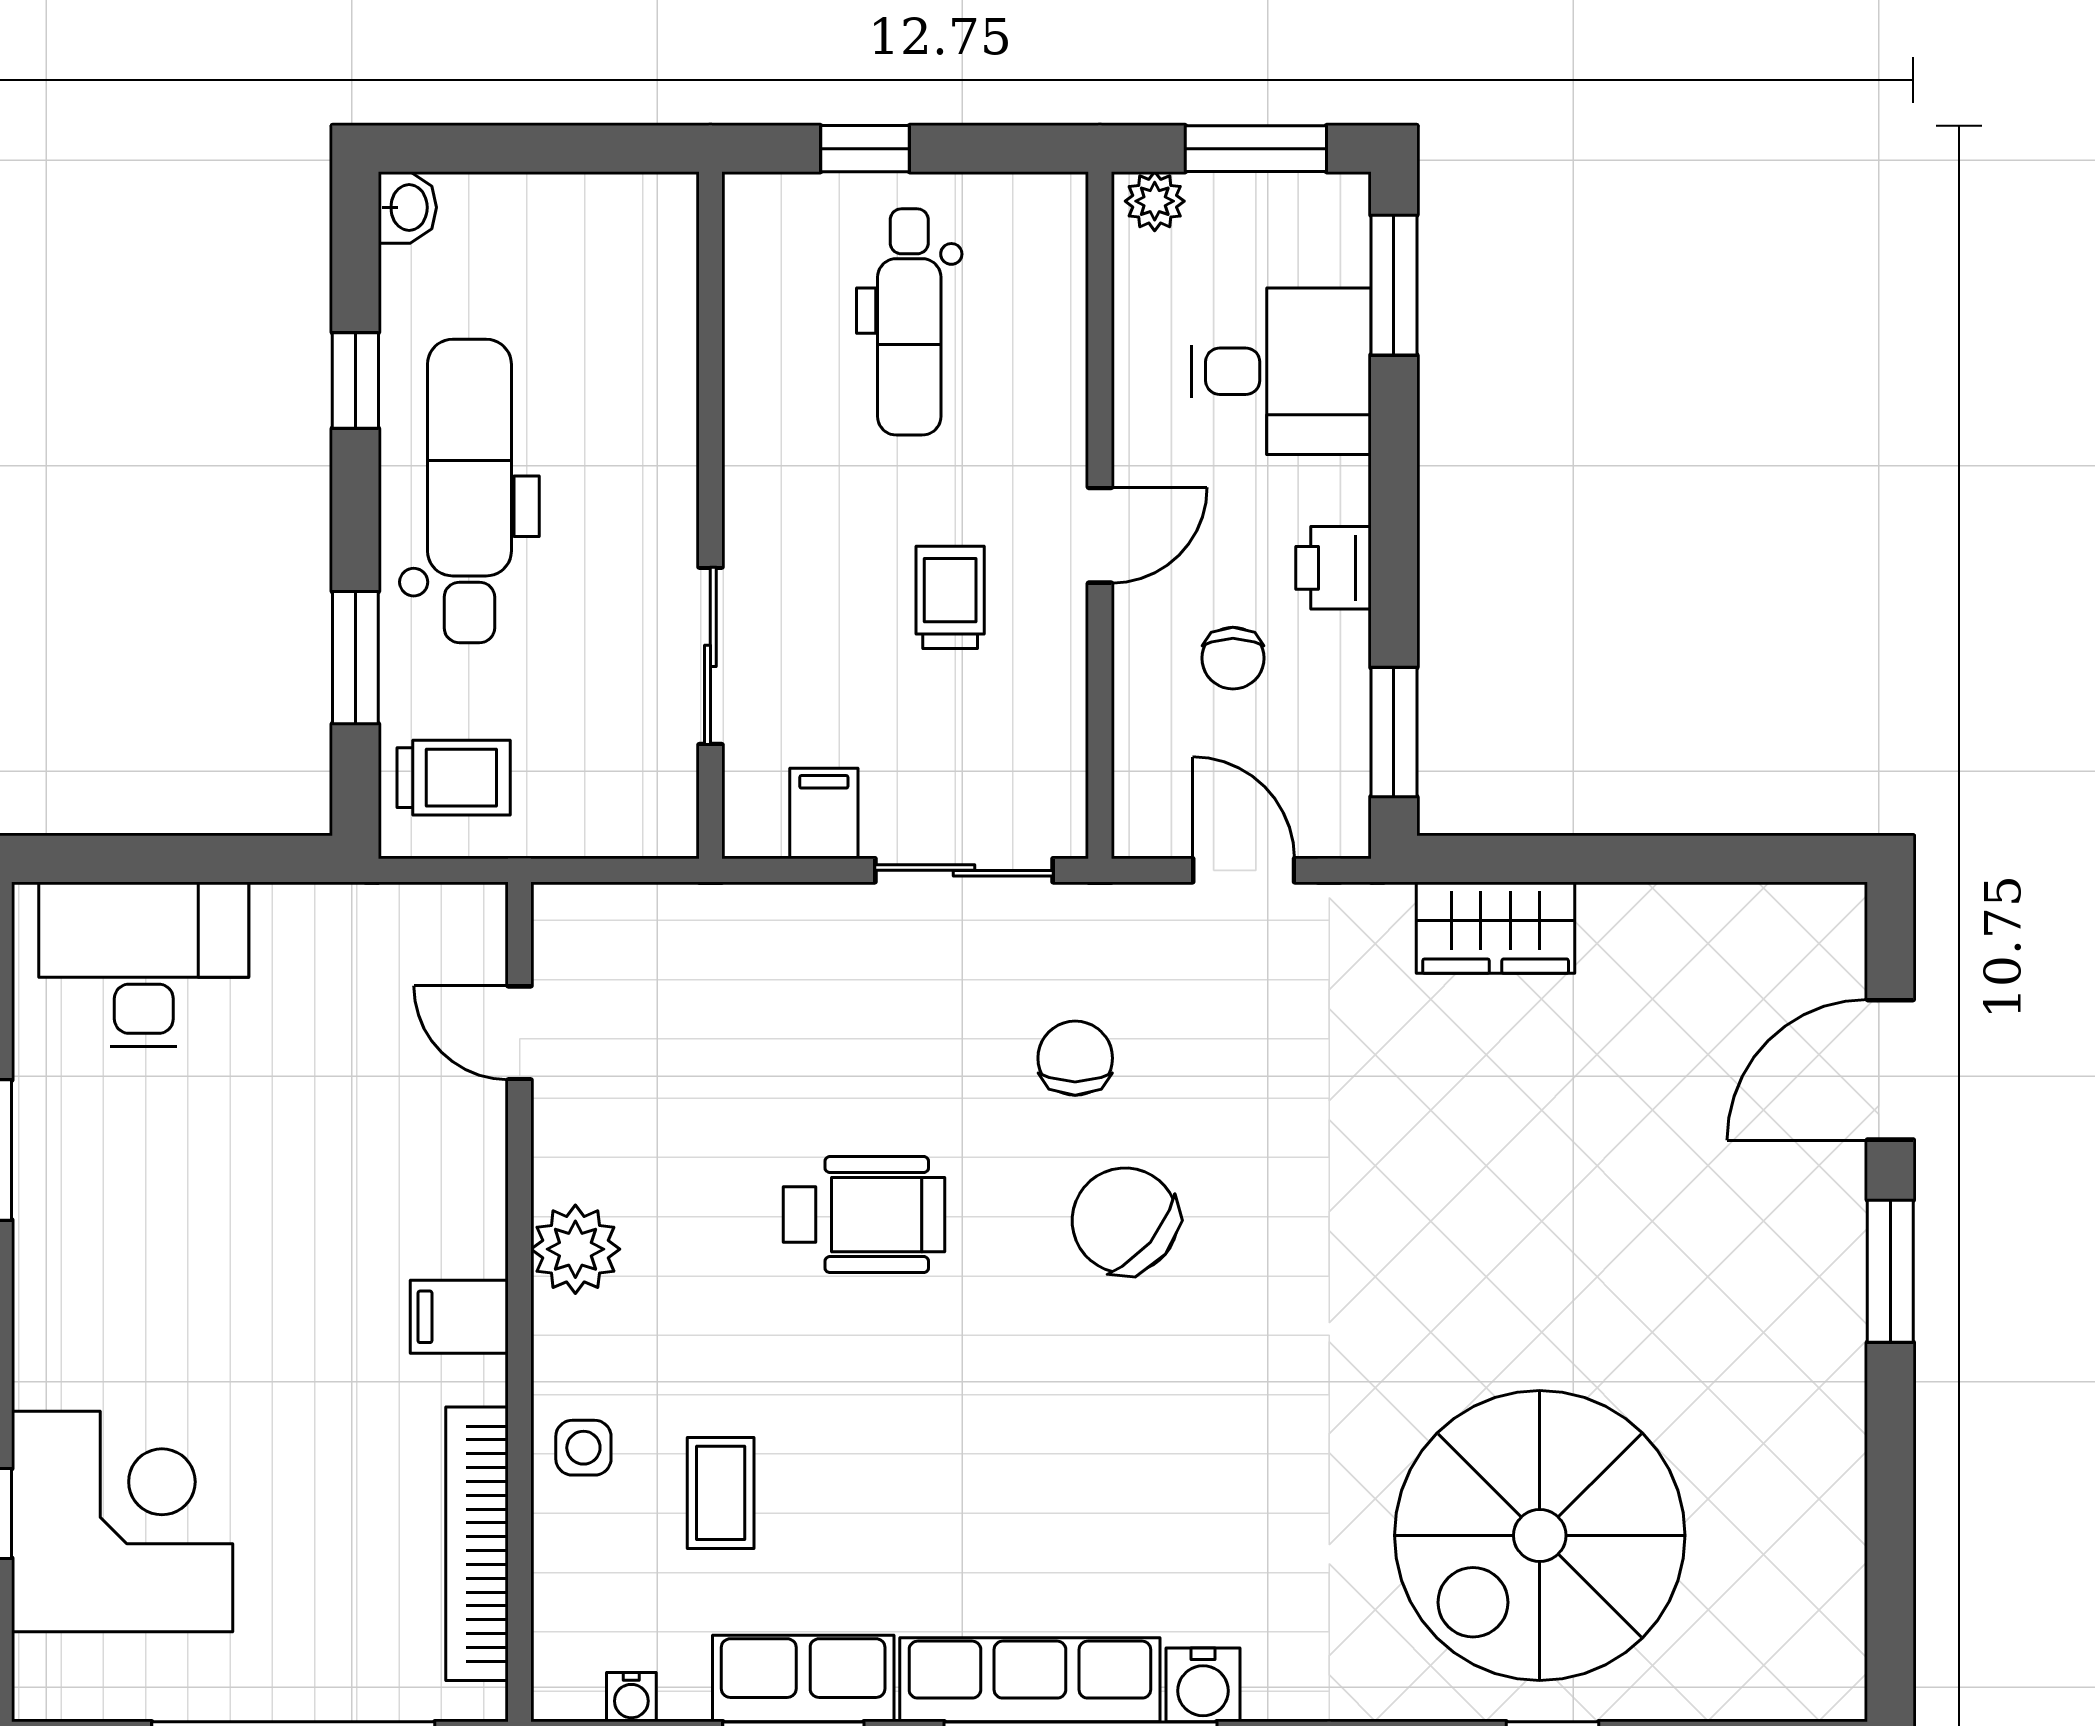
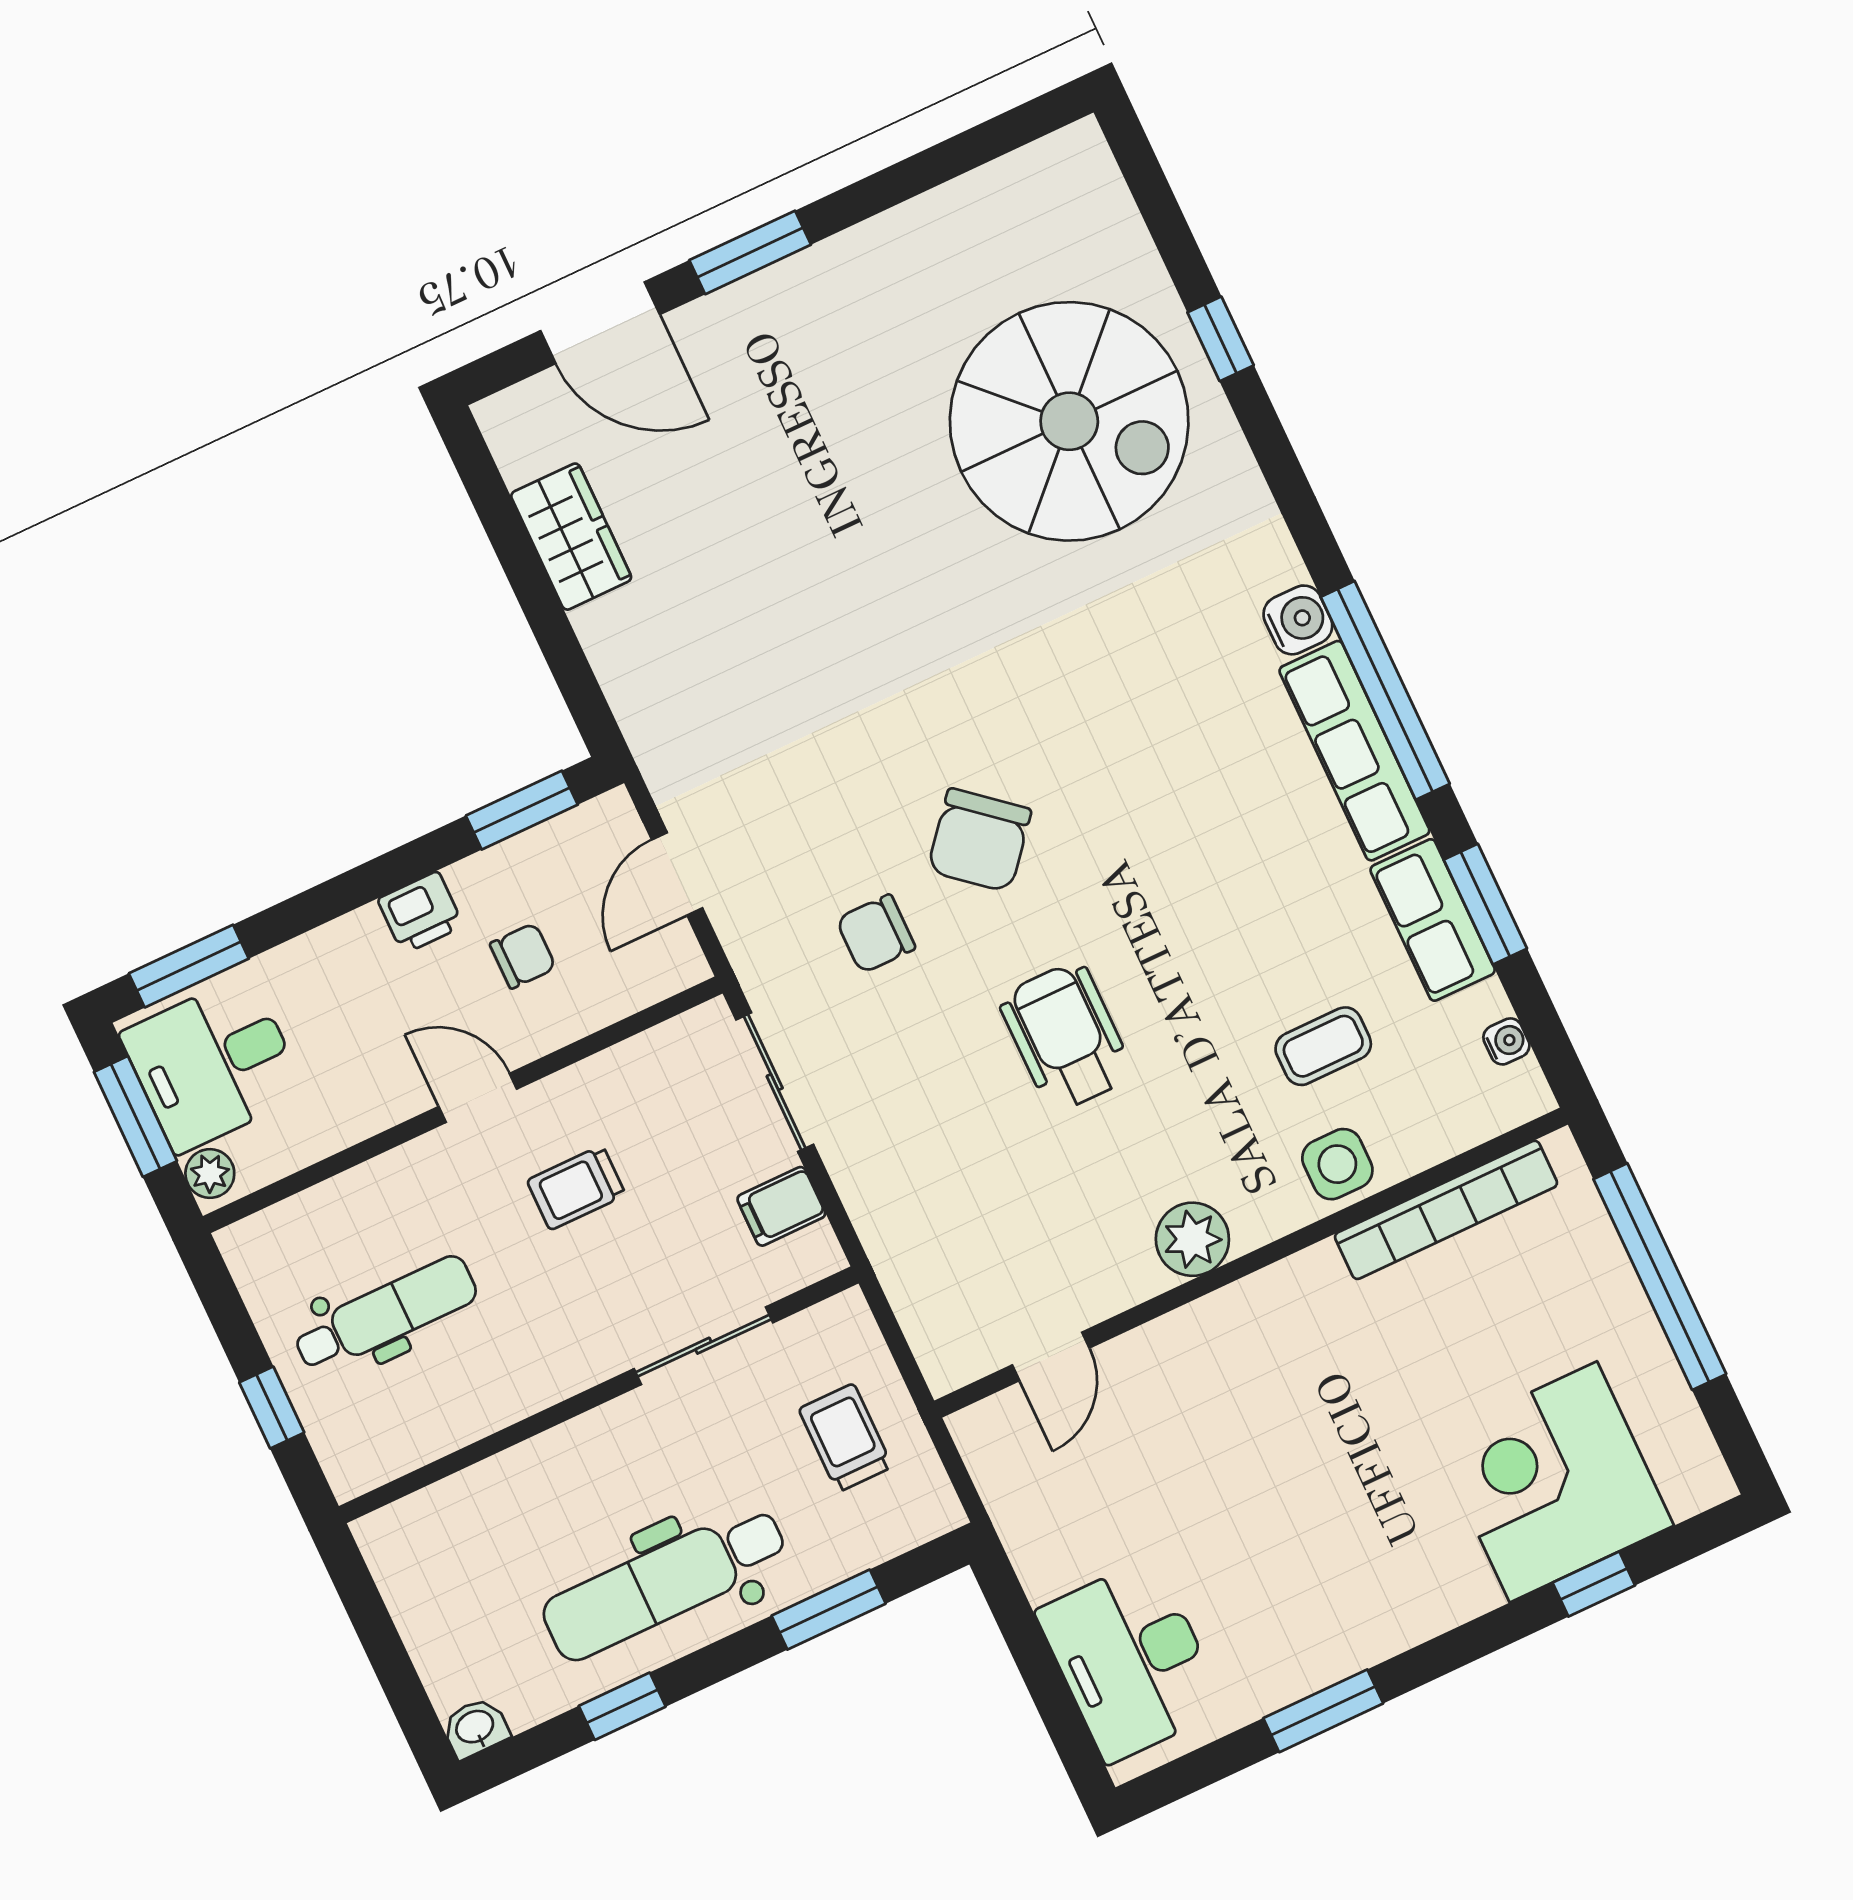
desk: (1281, 371) -> (213, 1064), moved, turned -90
trolley: (454, 778) -> (846, 1438), moved
wardrobe: (1496, 928) -> (571, 537), moved
filing cabinet: (459, 1317) -> (1283, 1302), removed
side table: (583, 1448) -> (1337, 1164), width x1.37, depth x1.37

